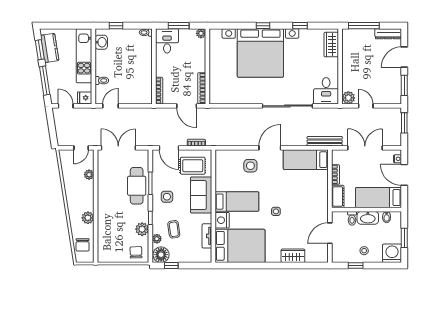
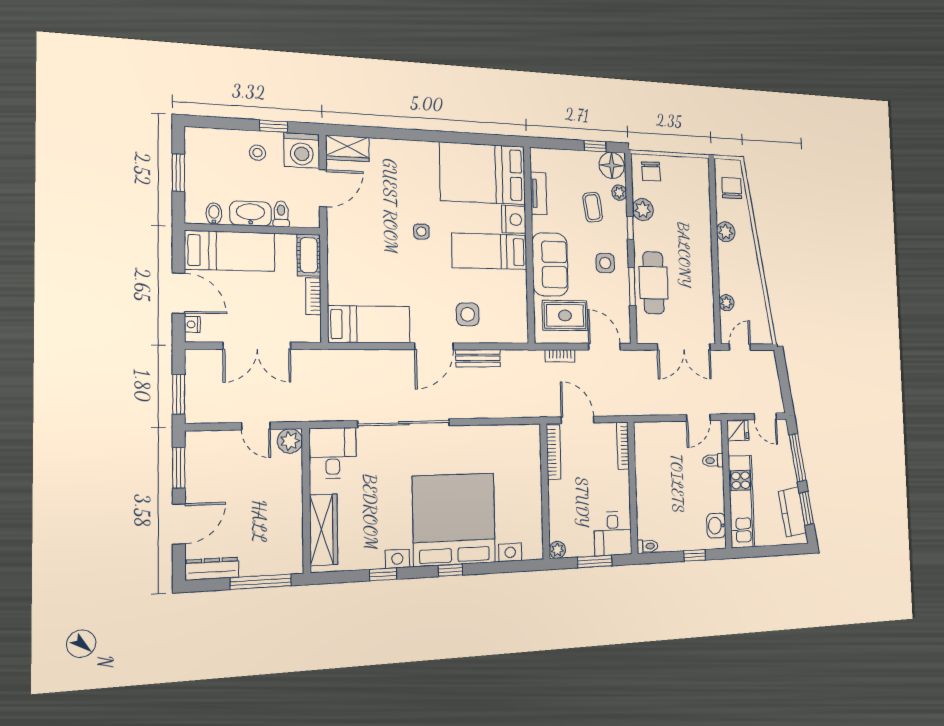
wardrobe: (331, 45) -> (324, 530), width x1.50
bench: (325, 141) -> (478, 358), moved, width x0.73
washing machine: (392, 253) -> (302, 150), moved
wardrobe: (293, 256) -> (347, 148), moved

